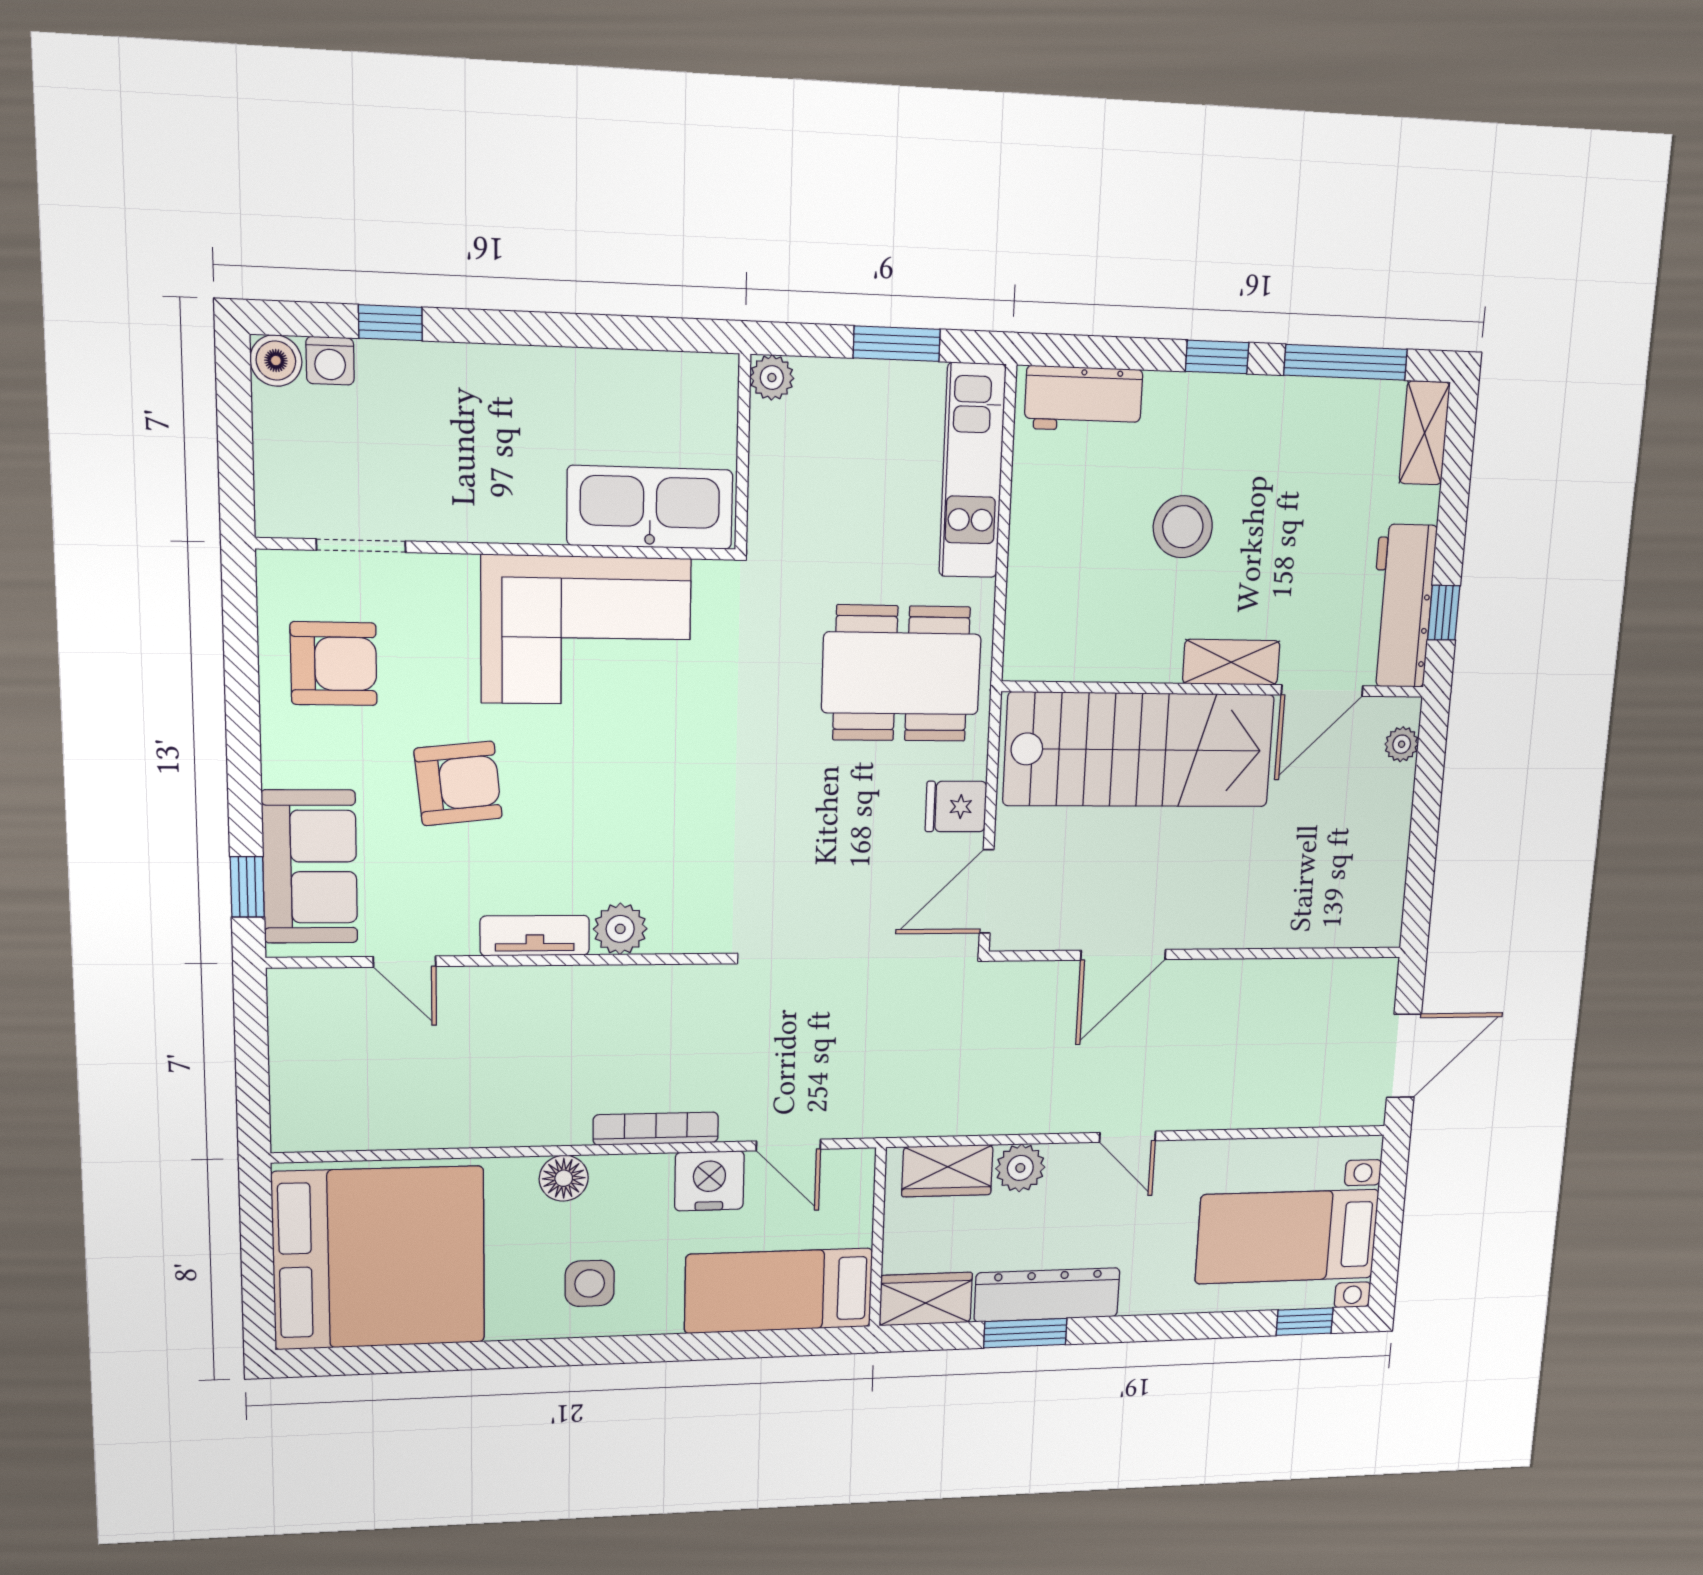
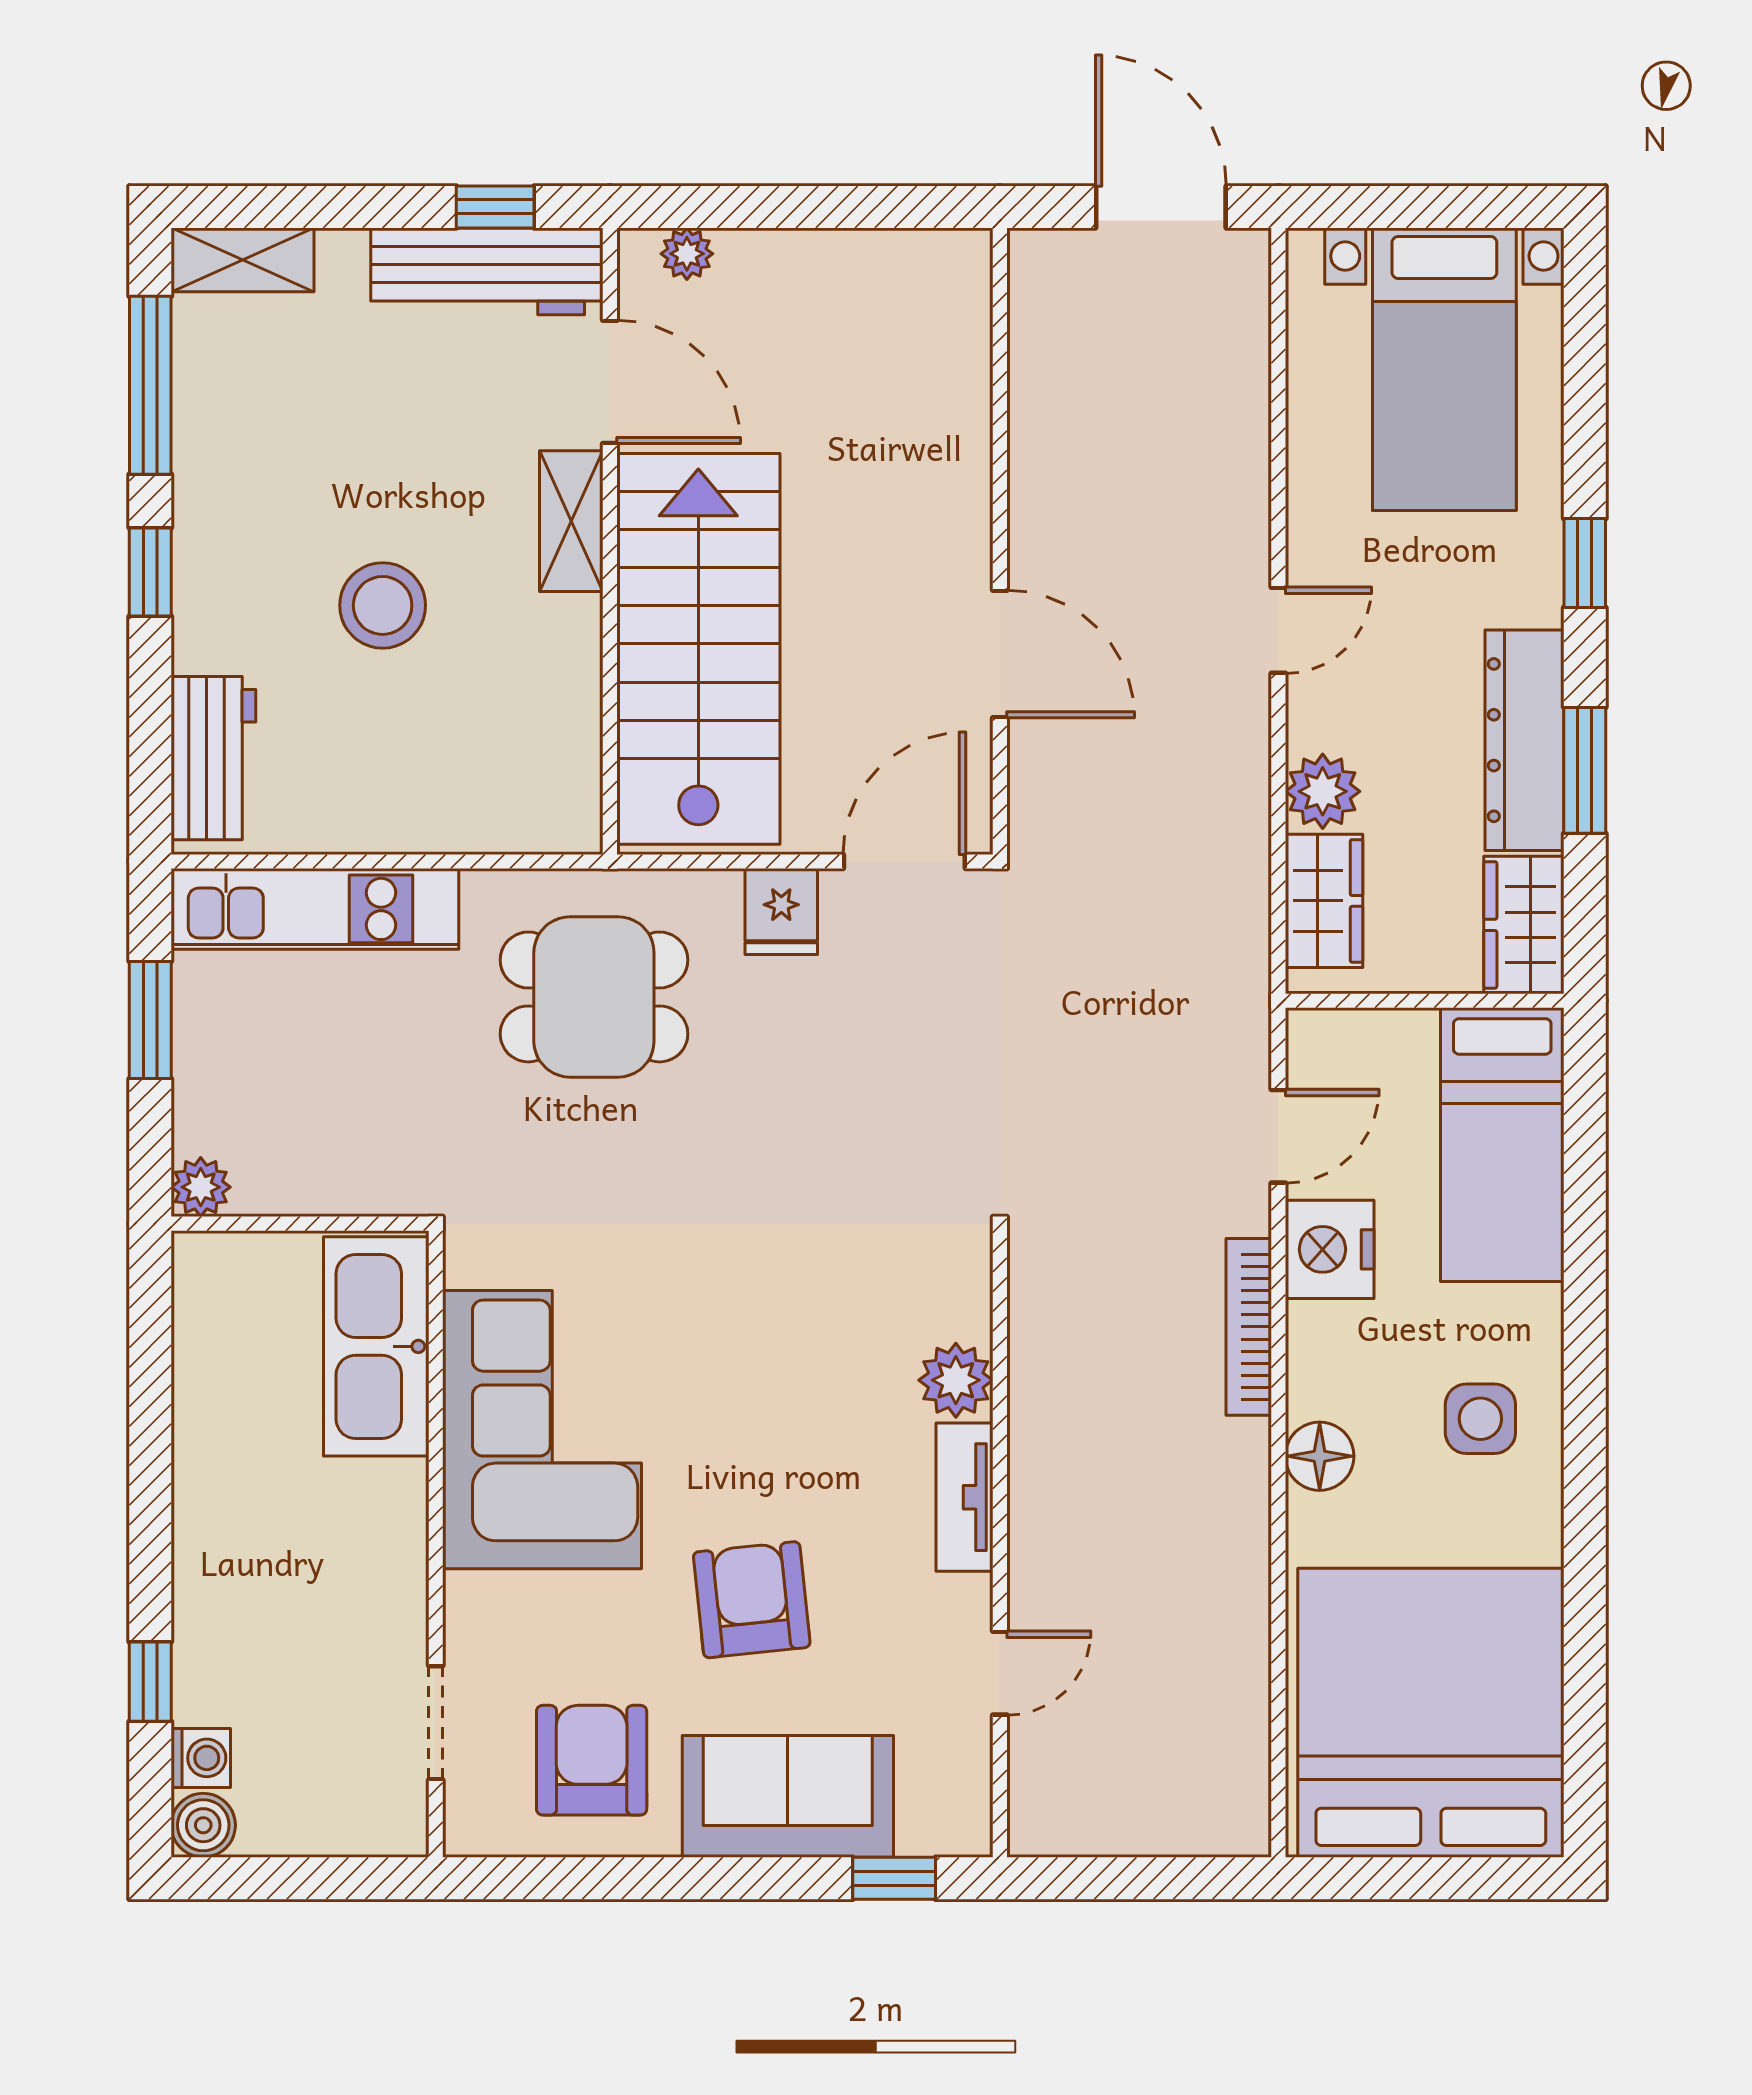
dining table: (901, 673) -> (594, 997), width x0.73
sofa: (310, 867) -> (788, 1796), moved
door: (987, 891) -> (904, 861), swing flipped
window: (1305, 1322) -> (1585, 563), moved

